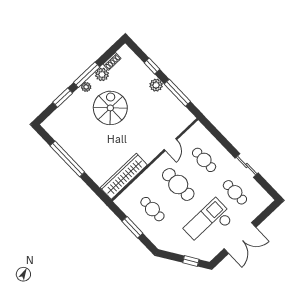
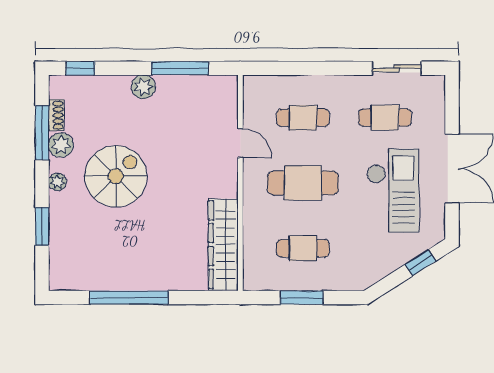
window: (152, 66) -> (80, 68), moved
window: (87, 75) -> (42, 133), moved
spiral stairs: (110, 108) -> (116, 176), turned 90
sliding door: (247, 165) -> (397, 68), moved
checkout: (209, 223) -> (393, 191), turned 180

